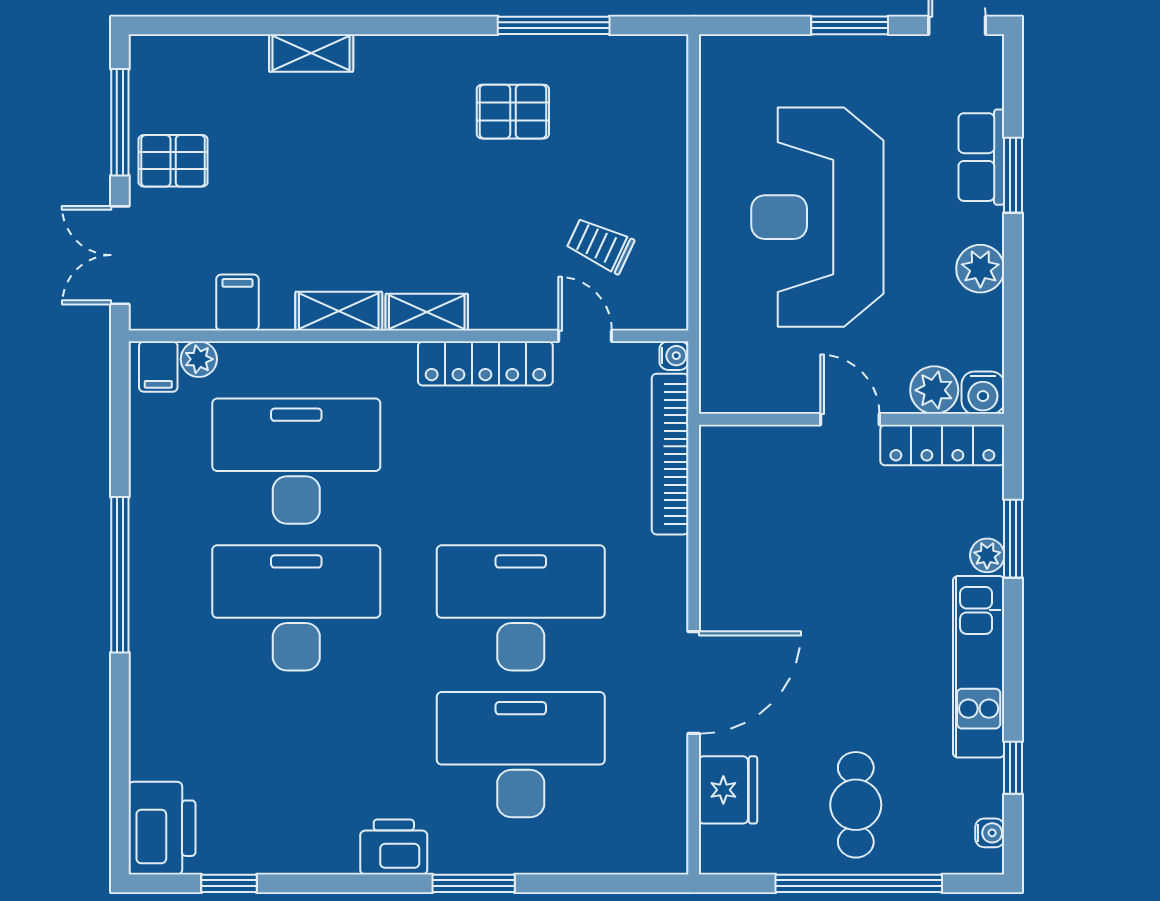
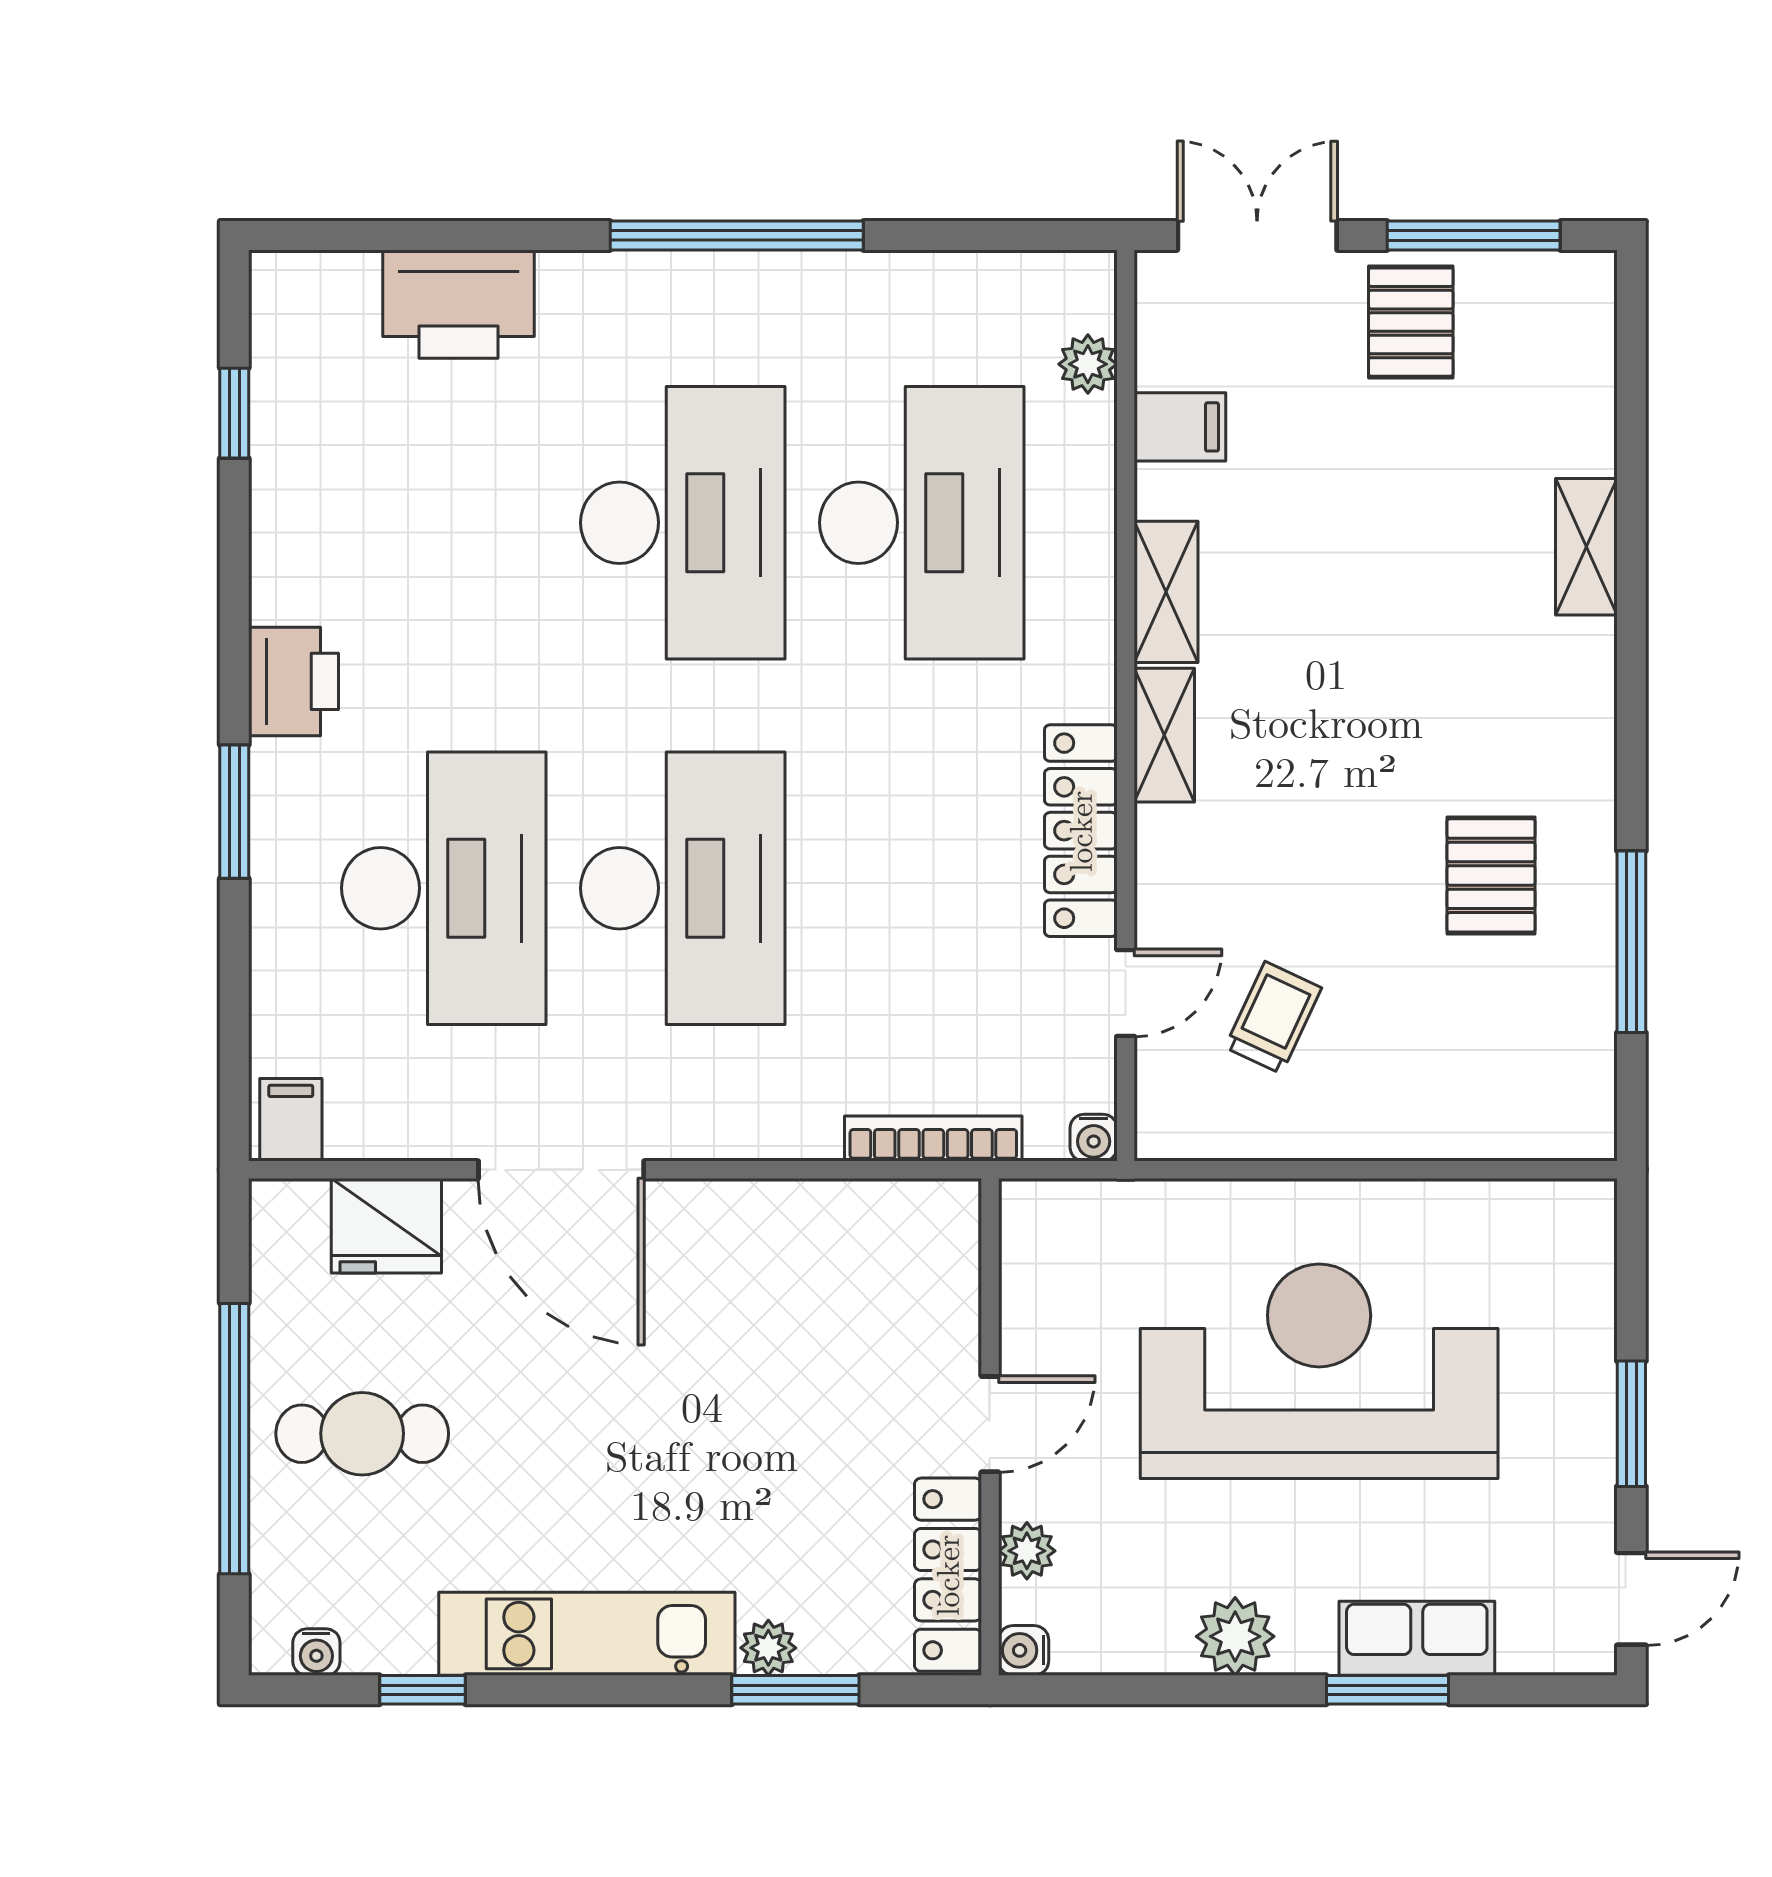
filing cabinet: (158, 367) -> (291, 1120), moved, turned 90
plant: (934, 390) -> (1027, 1551), width x0.73, depth x0.73
water cooler: (983, 393) -> (1024, 1650), width x0.72, depth x0.72
bookcase: (670, 454) -> (933, 1139), width x0.68, depth x0.76
printer: (162, 828) -> (459, 304), moved

